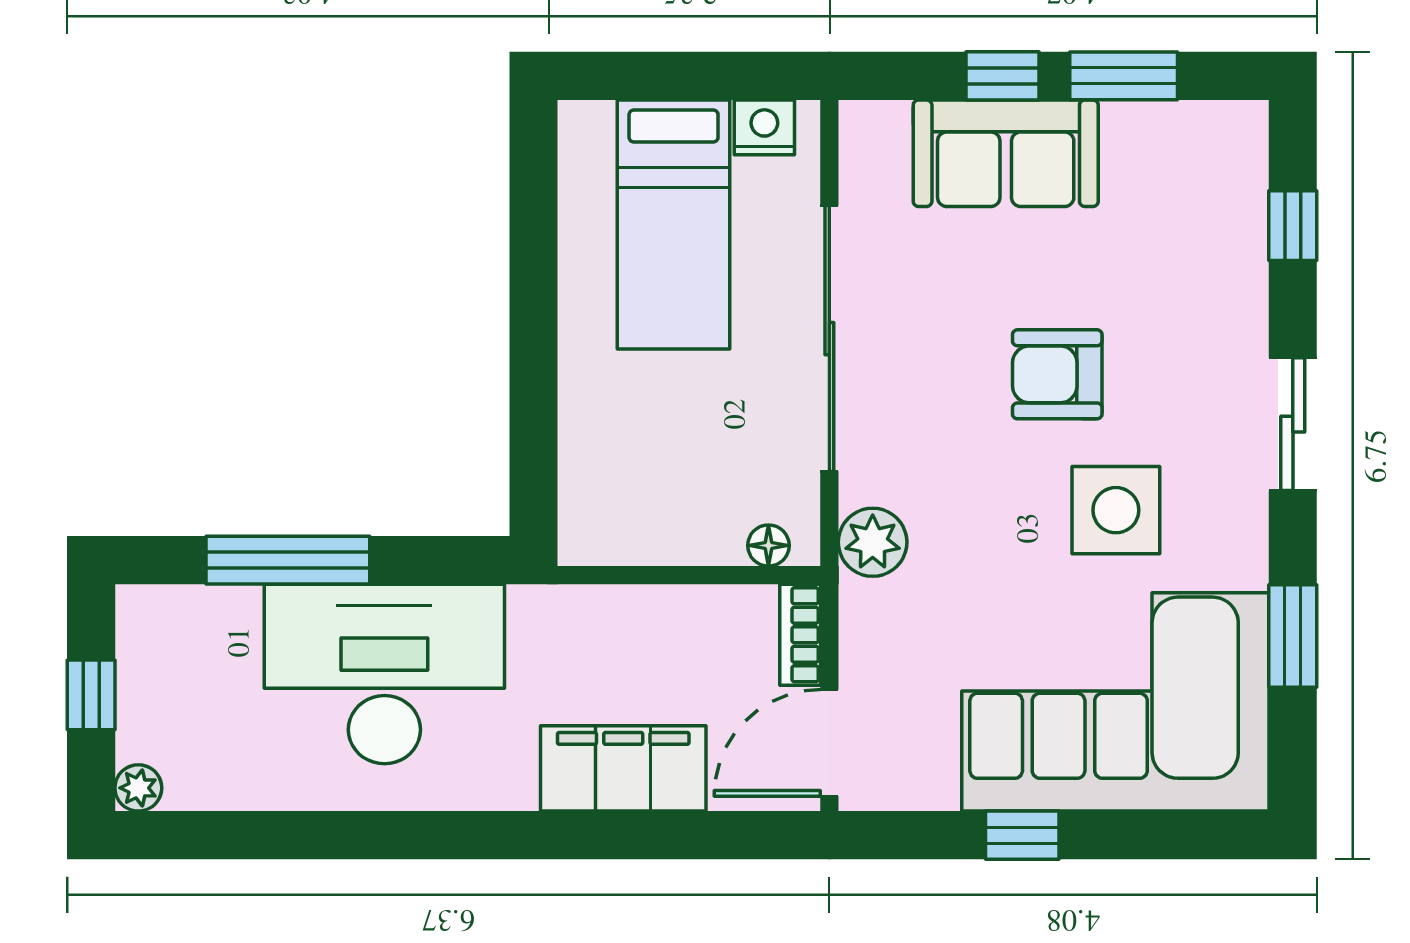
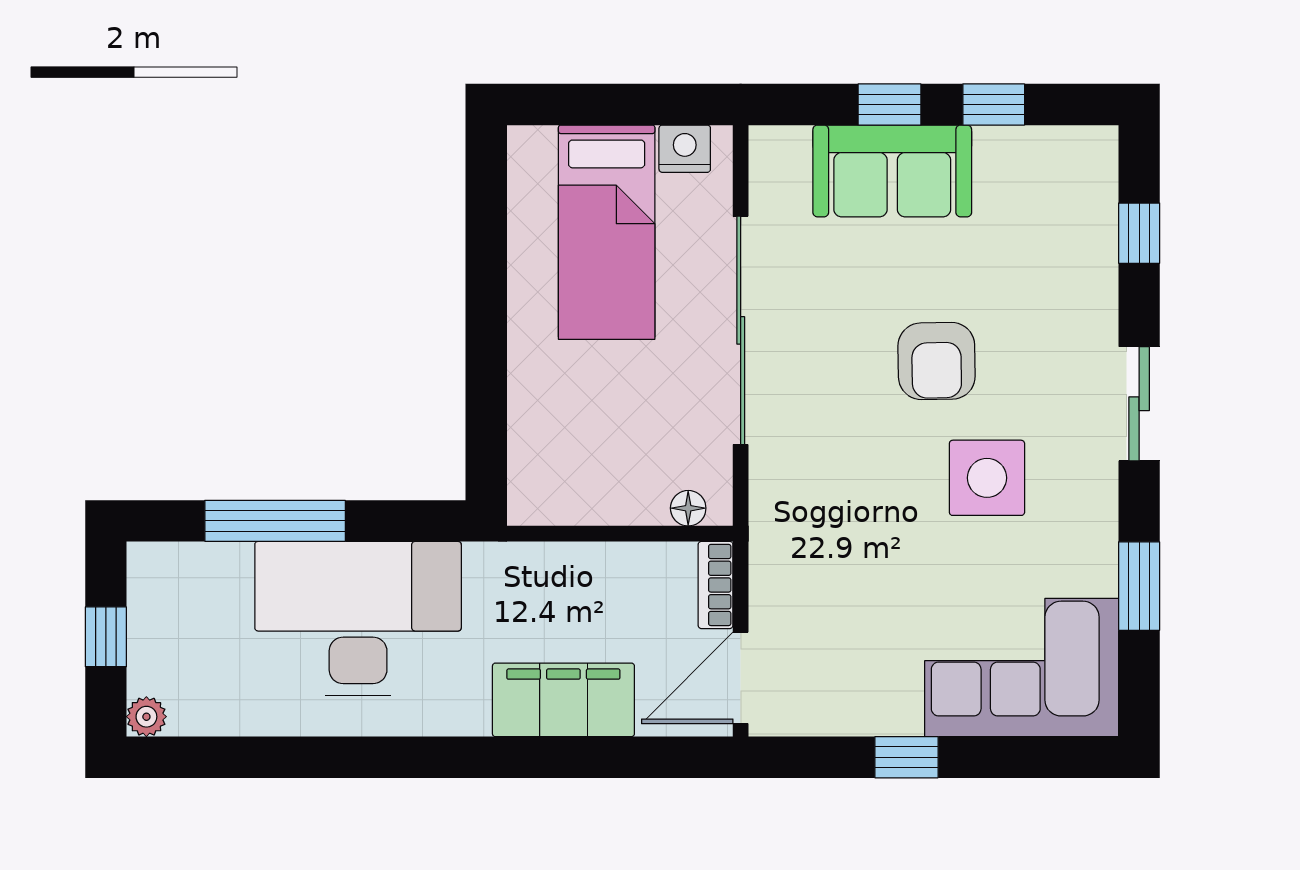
window: (1124, 76) -> (994, 104), width x0.67
armchair: (1057, 374) -> (937, 361), turned -91
plant: (873, 542) -> (778, 505), removed
corner sofa: (1115, 702) -> (1022, 668), width x0.73, depth x0.74

